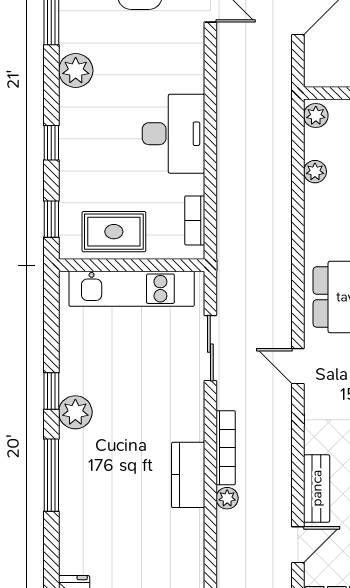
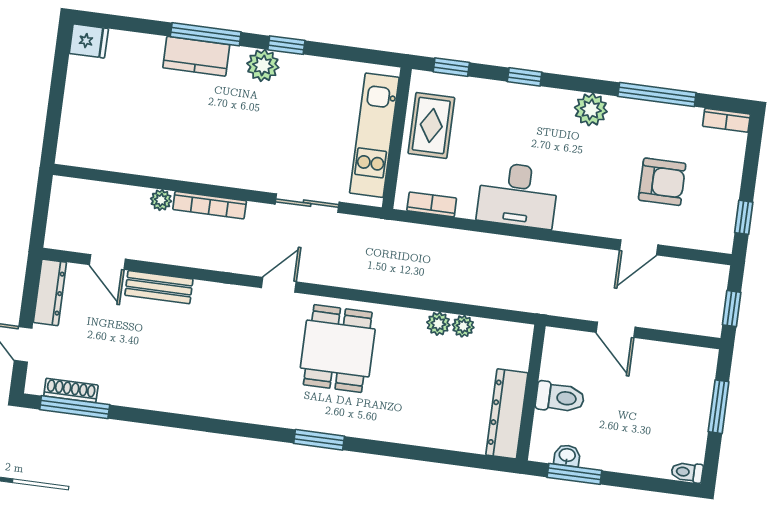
plant: (316, 116) -> (438, 324), moved
kitchen counter: (188, 475) -> (196, 56), moved, turned 180

